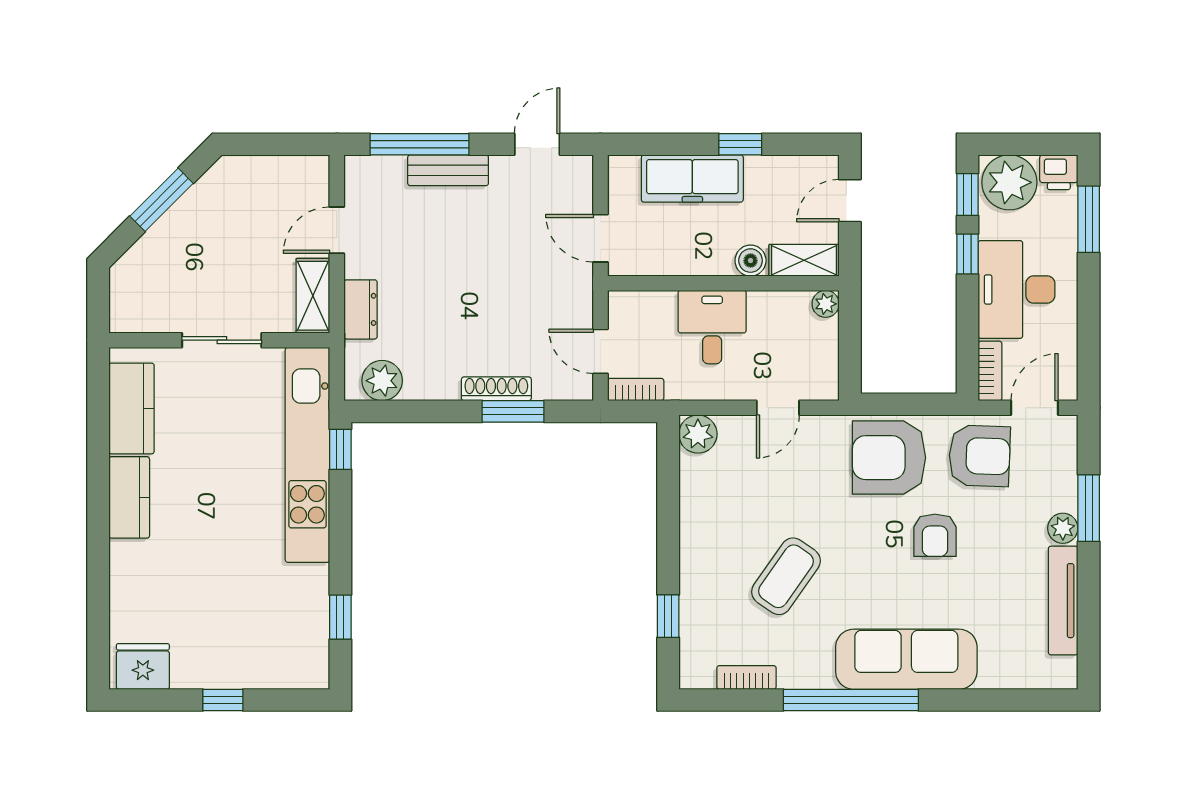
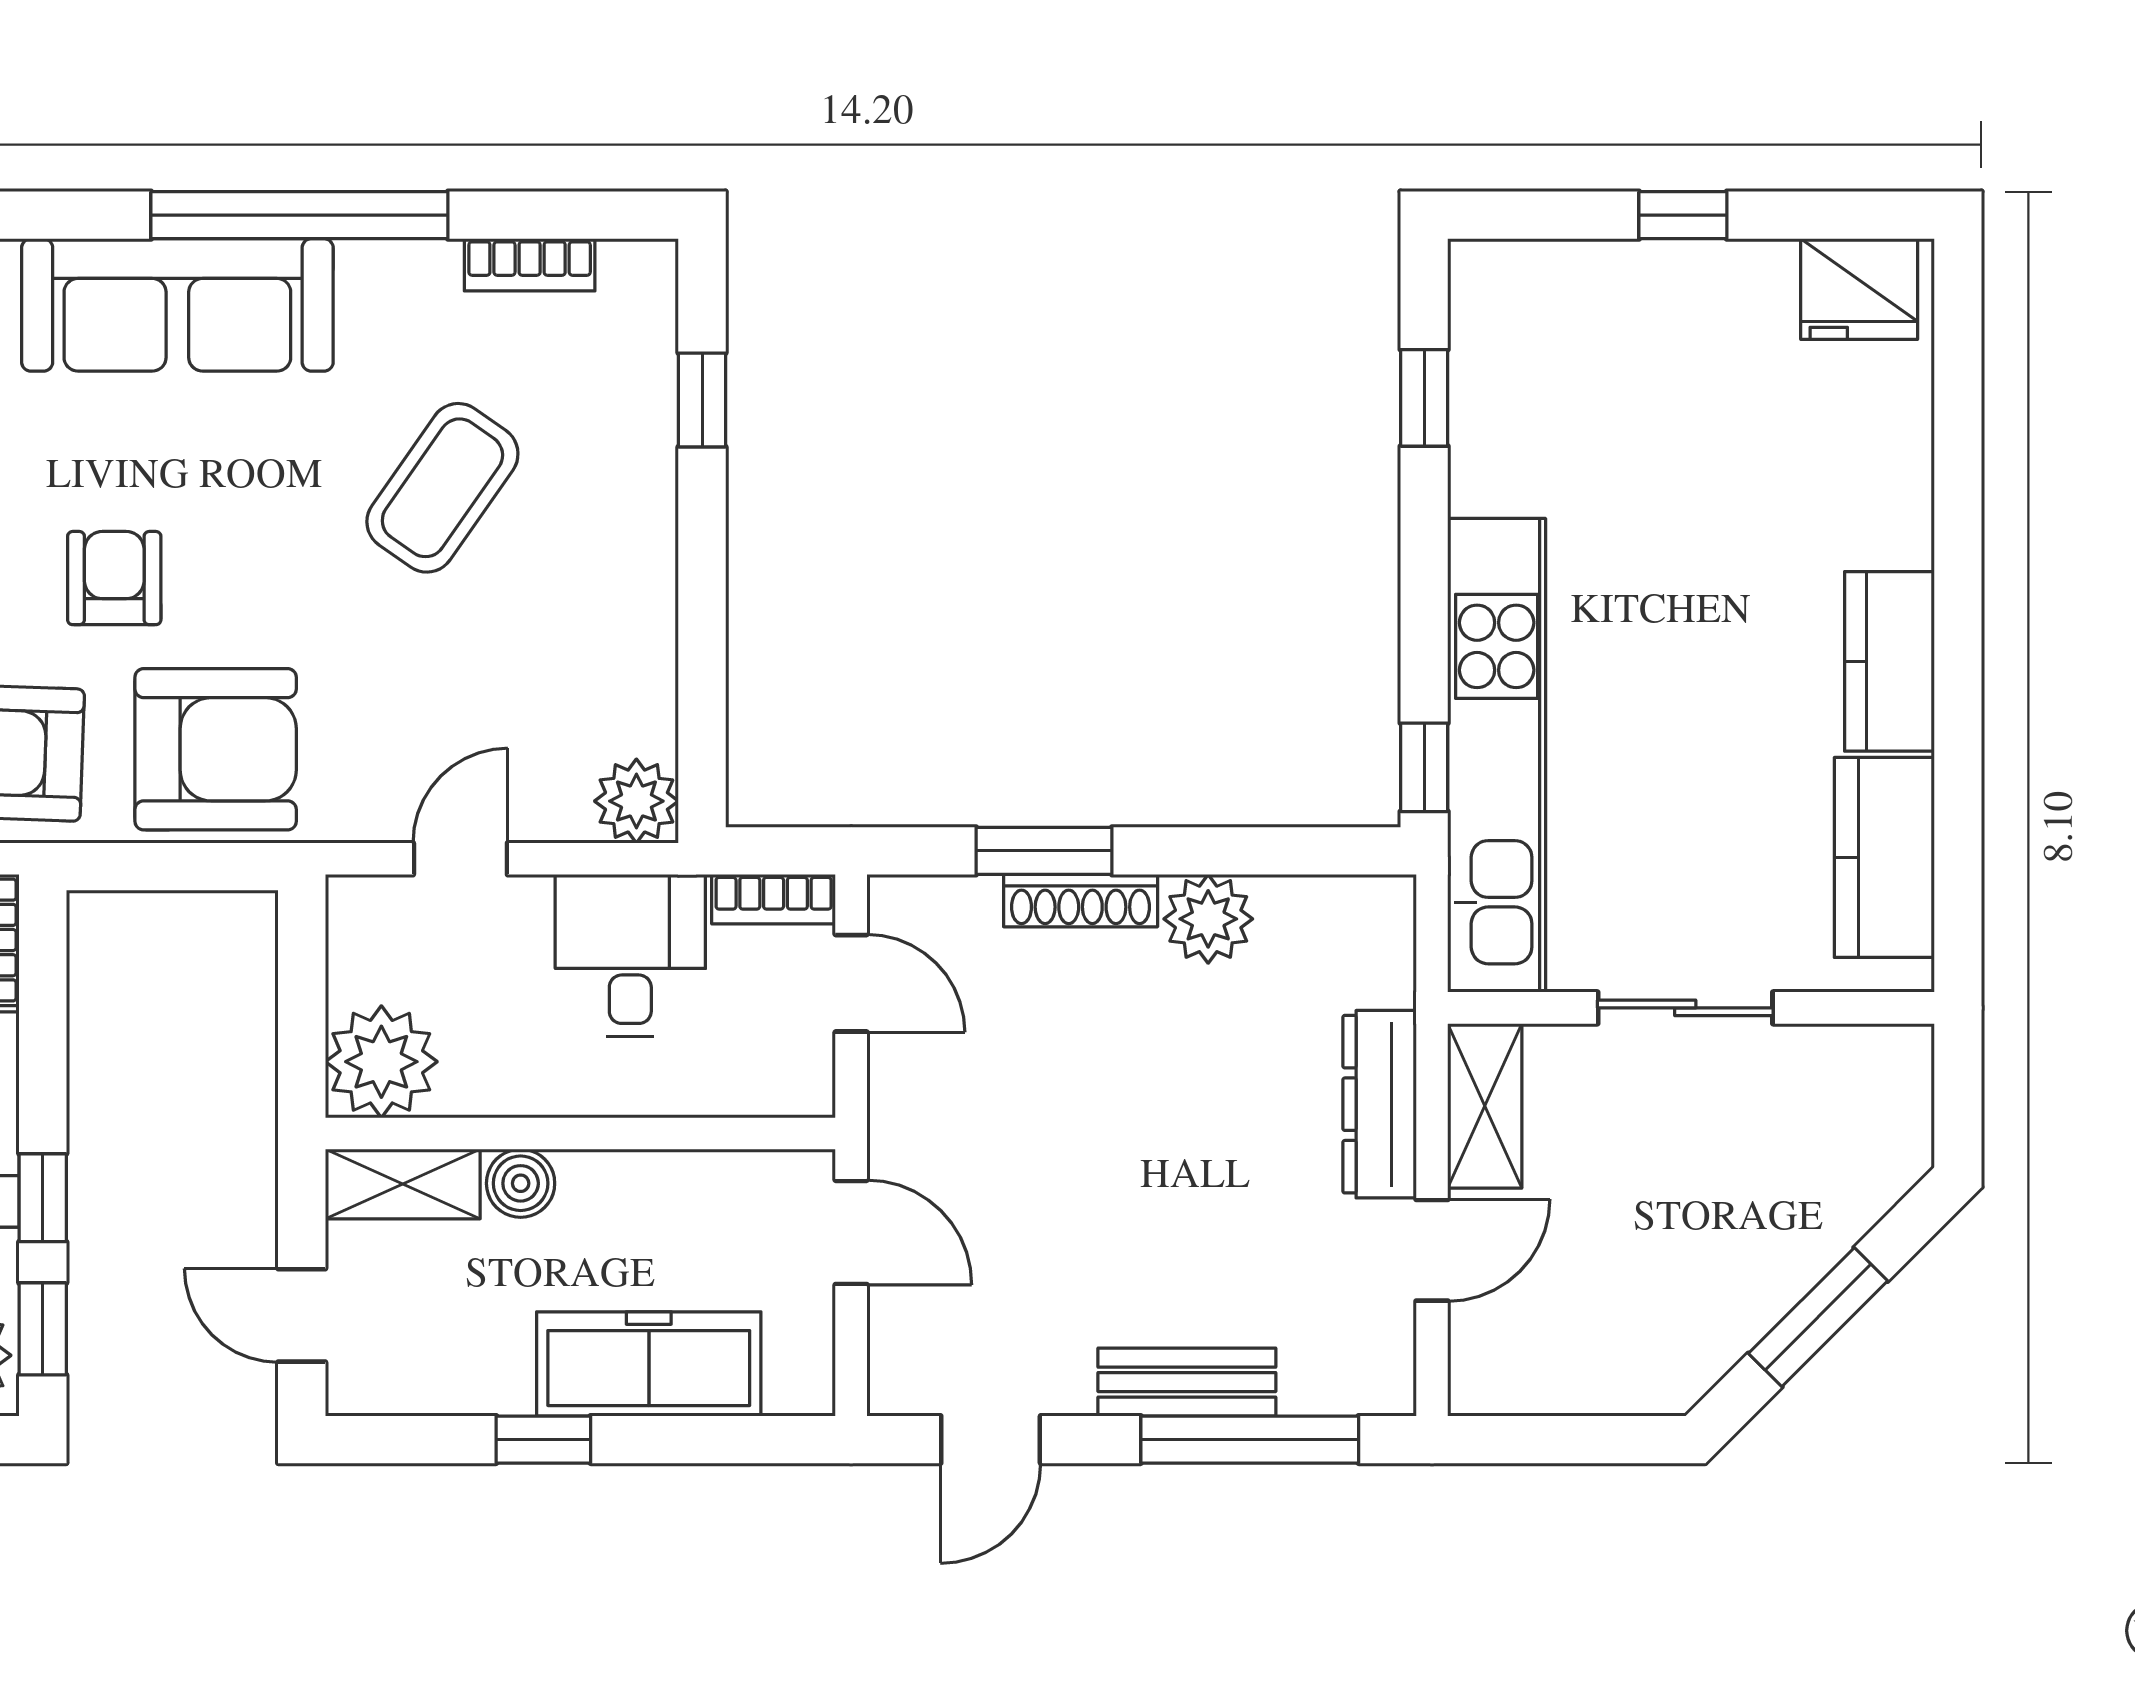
door: (850, 201) -> (302, 1315), swing flipped
plant: (826, 304) -> (381, 1062), width x1.88, depth x1.88
dresser: (361, 309) -> (1380, 1104), width x1.44
desk: (712, 327) -> (630, 955), moved, turned 180
plant: (382, 381) -> (1208, 919), moved

